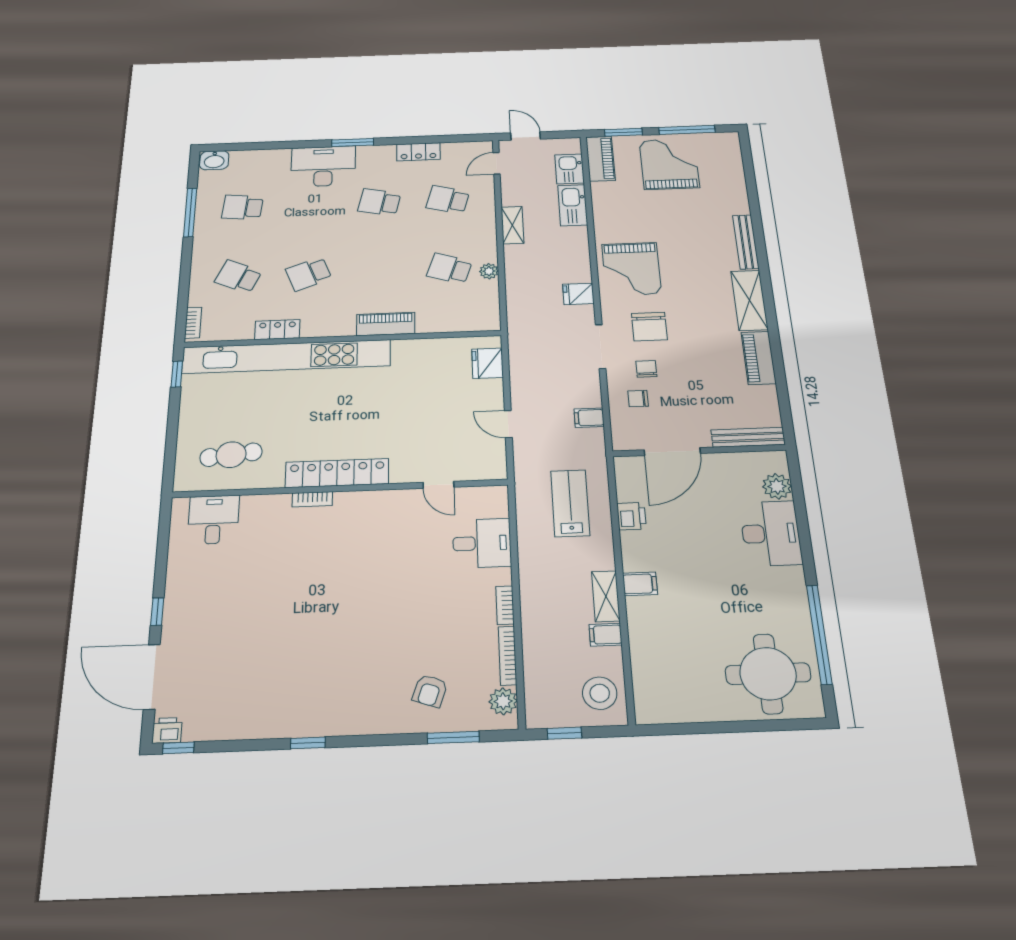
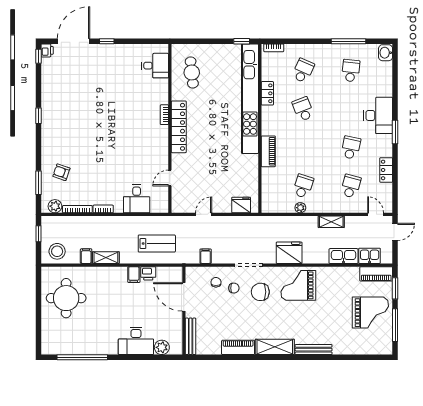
fridge: (578, 294) -> (289, 253), width x1.88, depth x1.34
filing cabinet: (640, 584) -> (134, 275), moved
round table: (768, 674) -> (66, 298), moved

